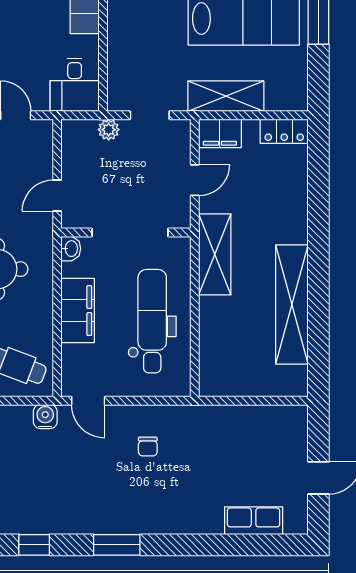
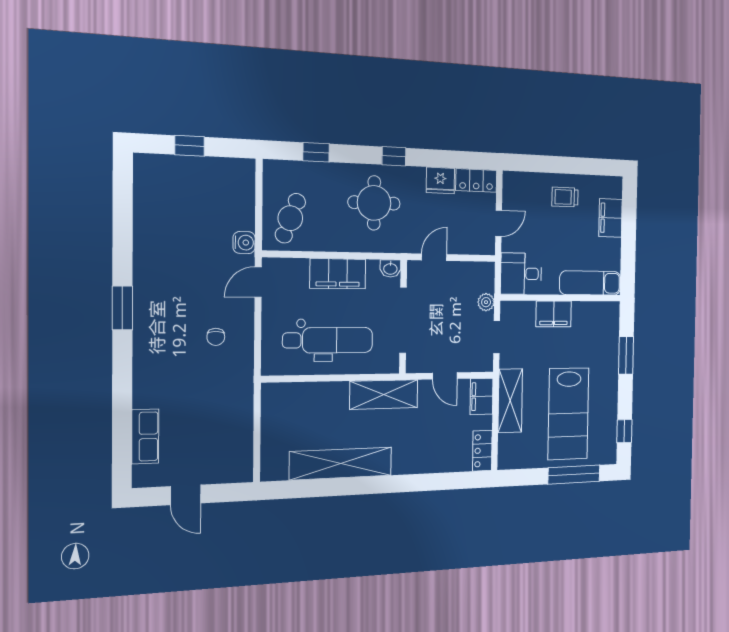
filing cabinet: (122, 41) -> (554, 314), added
door: (57, 196) -> (434, 257), hinge flipped
chair: (148, 447) -> (216, 337), turned -90
window: (34, 545) -> (123, 229), removed

